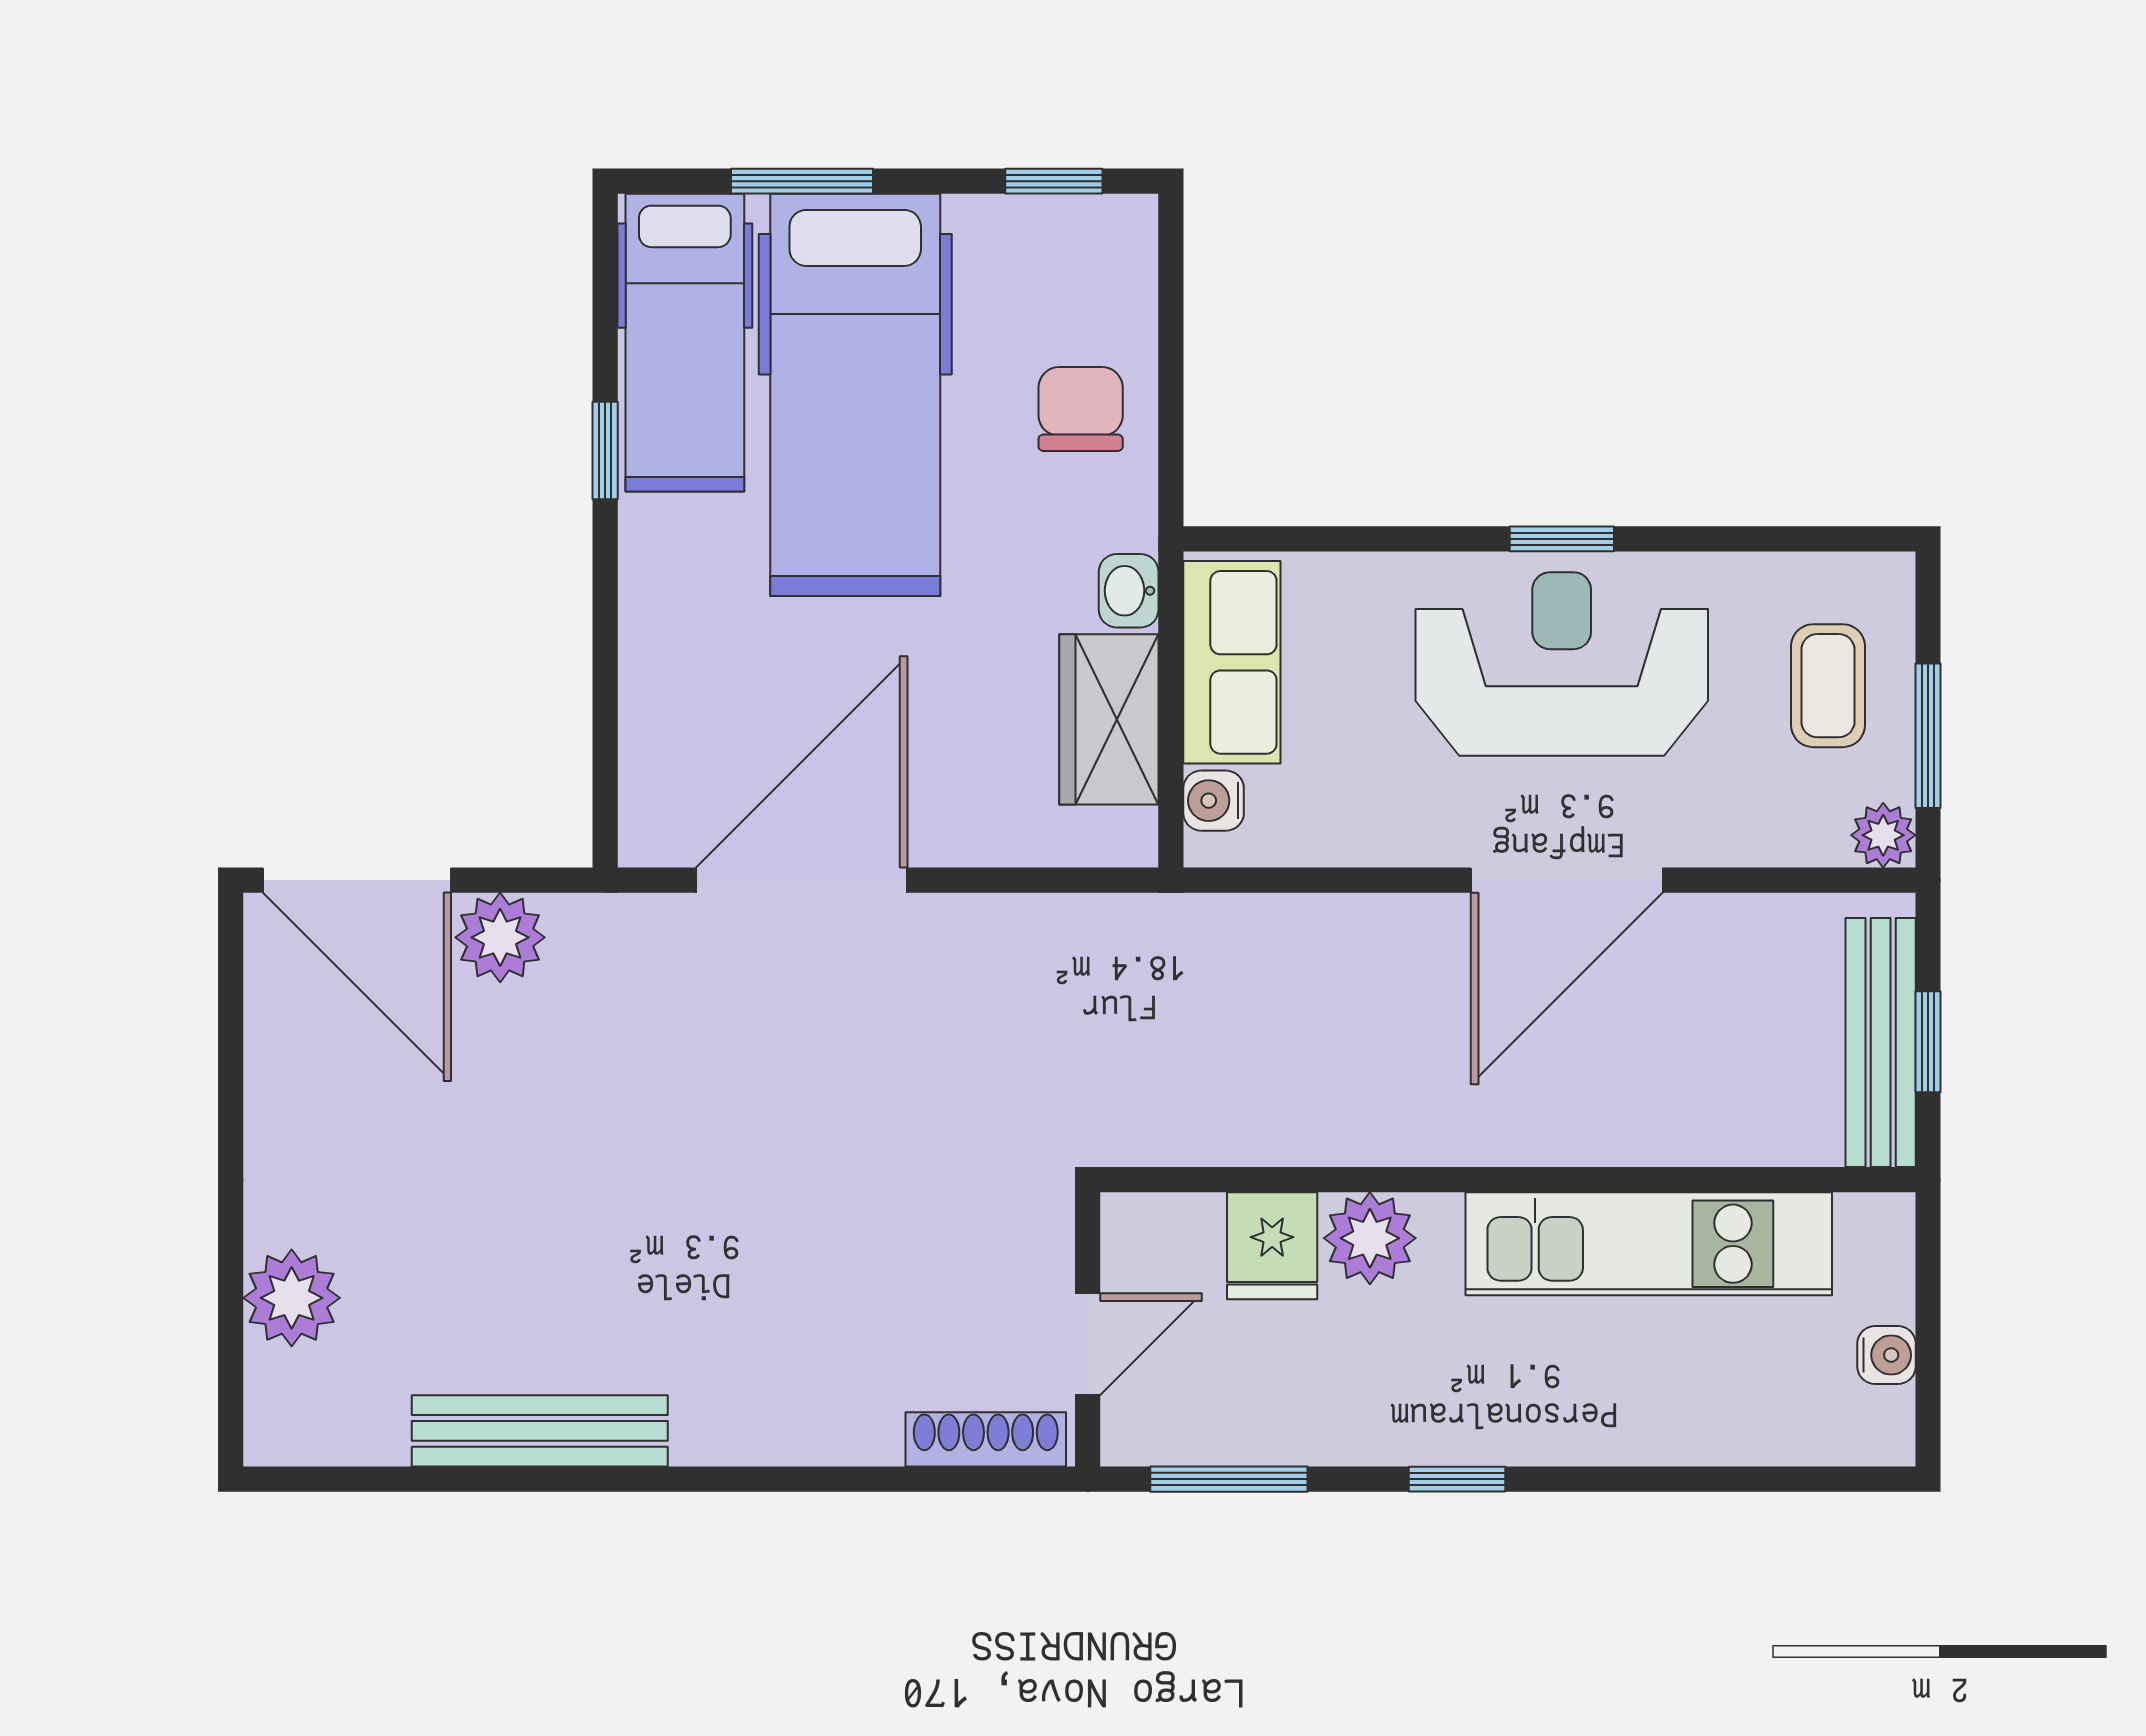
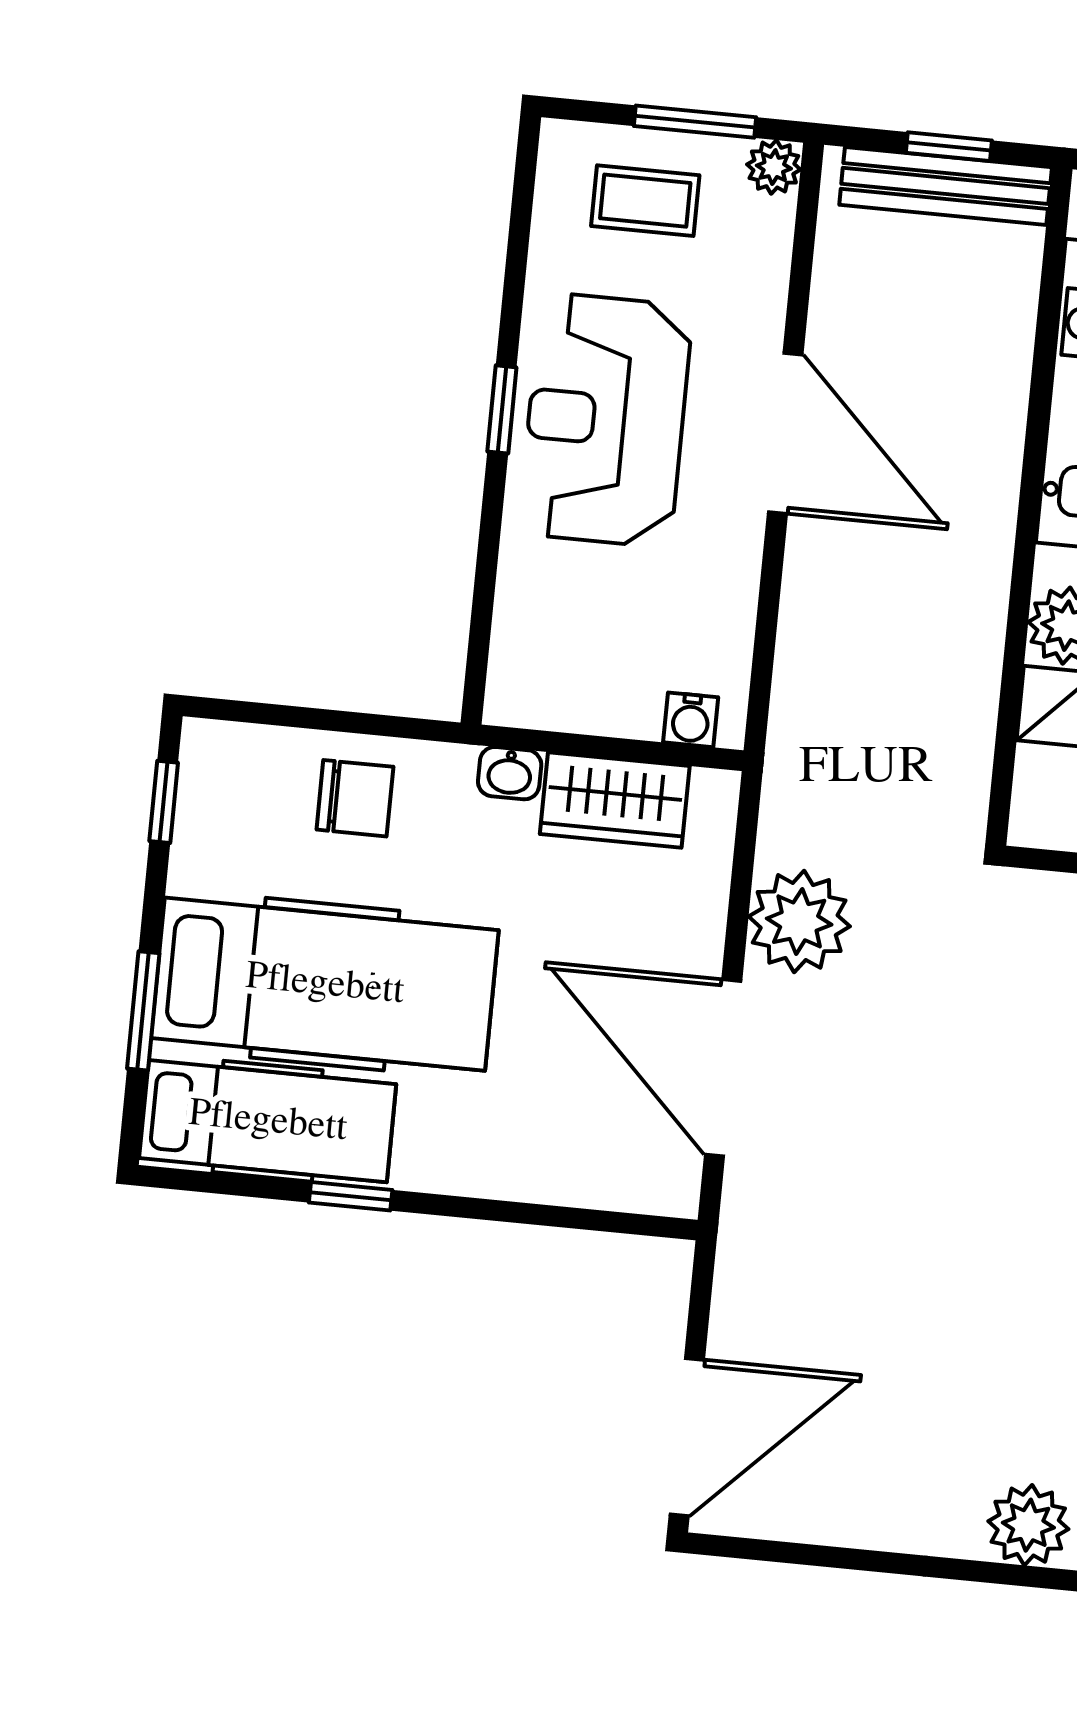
chair: (1081, 409) -> (355, 798), turned 180
row of seats: (1232, 662) -> (577, 693), removed
plant: (500, 937) -> (799, 921), moved, width x1.36, depth x1.36

